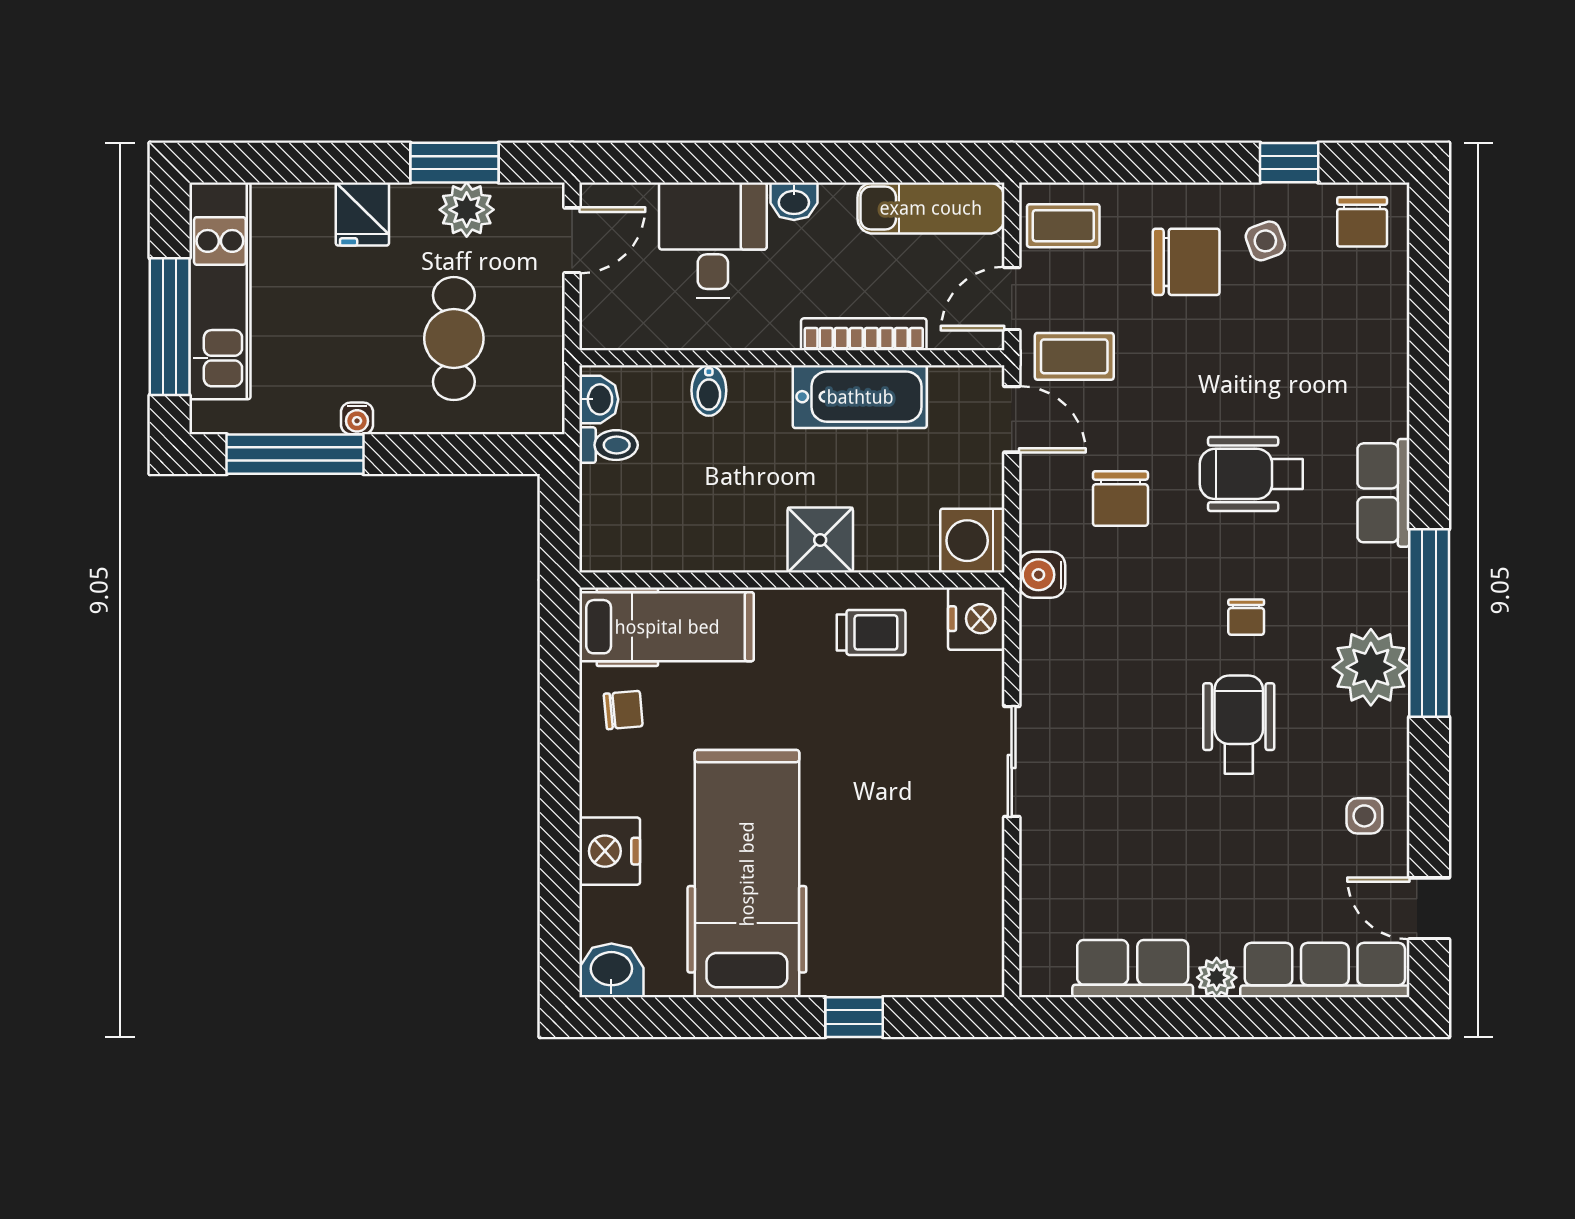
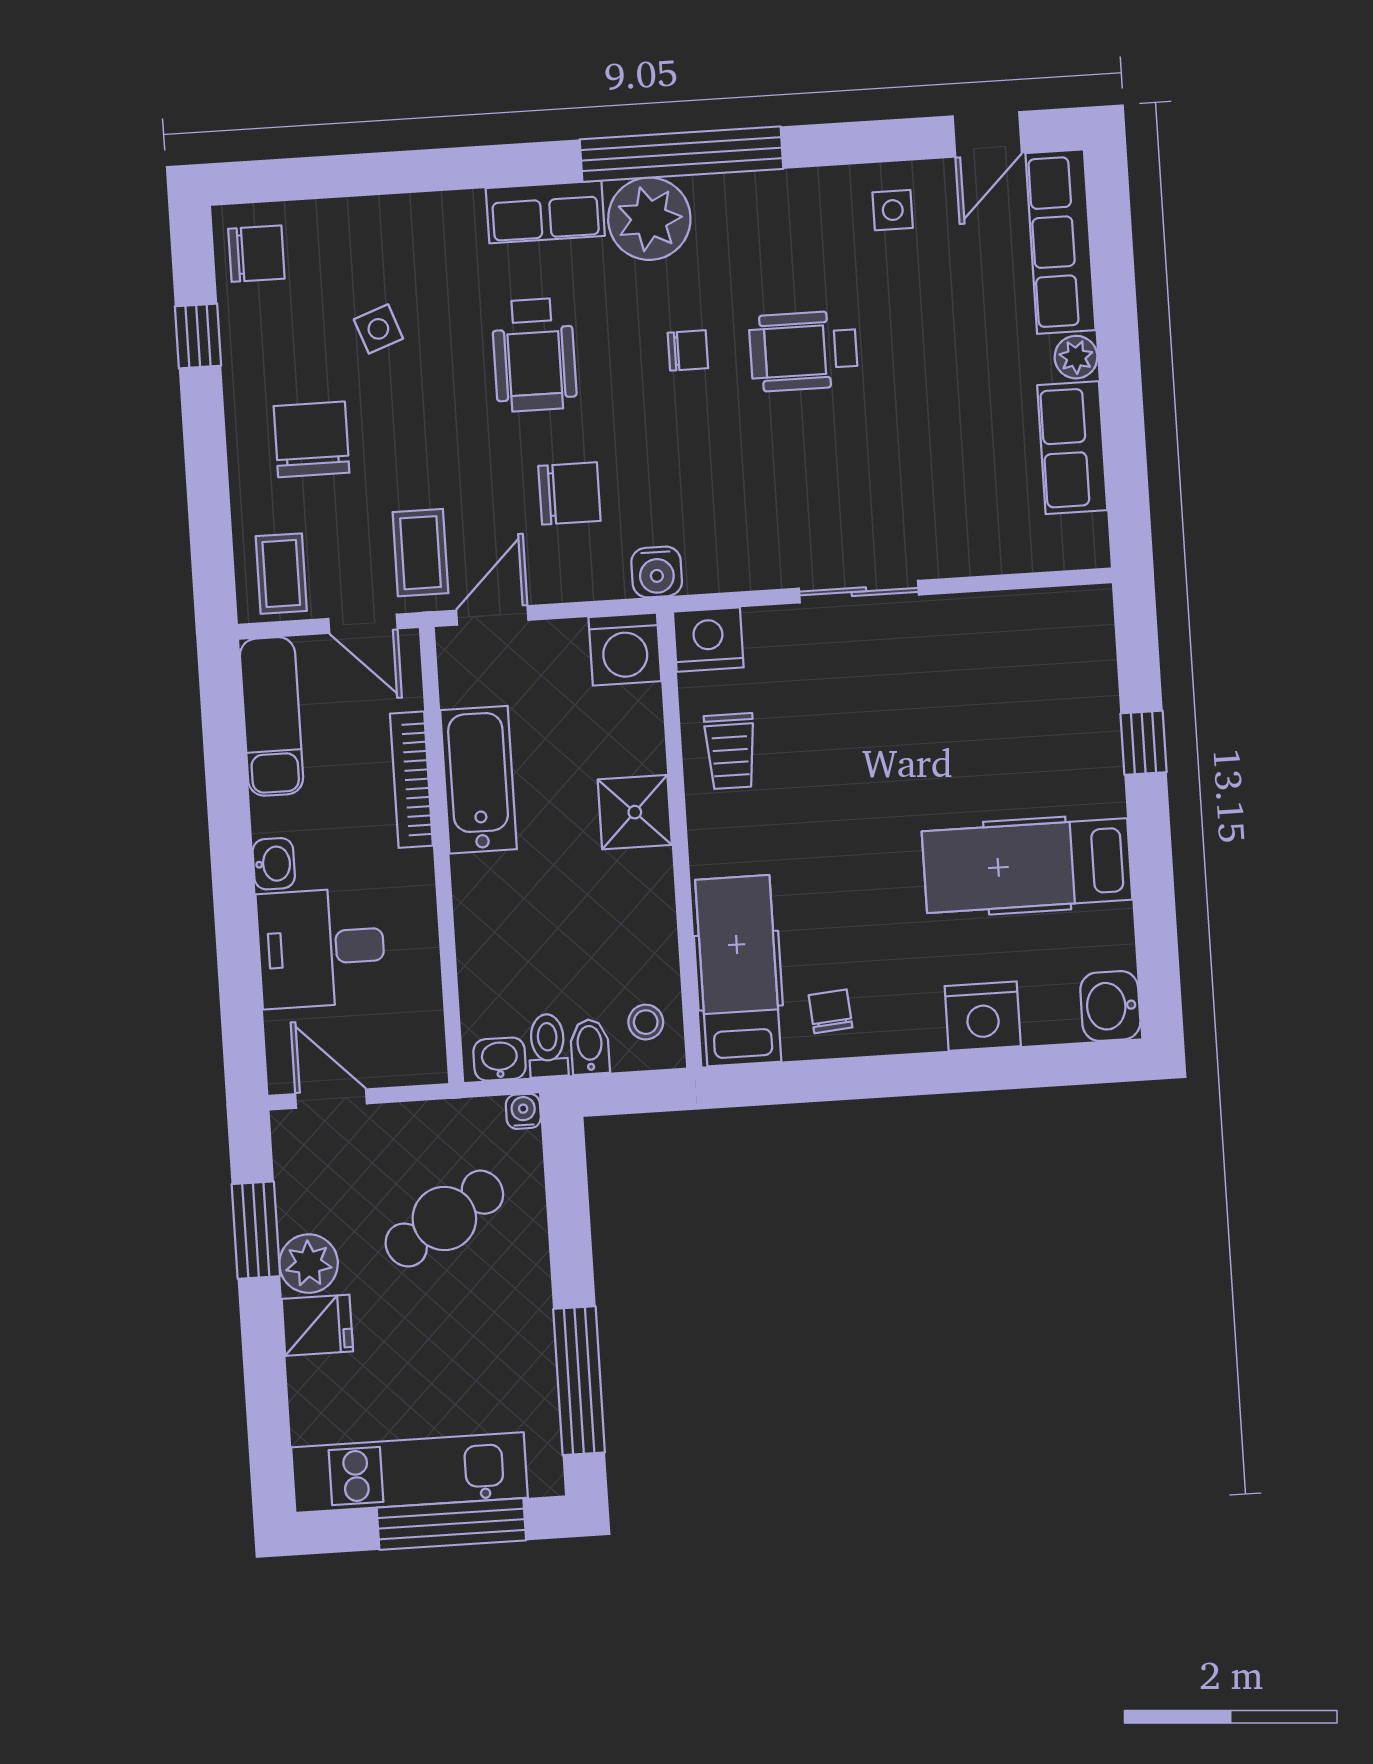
plant: (467, 210) -> (309, 1264), moved
side table: (1265, 241) -> (378, 329), moved
cafe table: (454, 339) -> (444, 1219), turned -31
bidet: (709, 390) -> (590, 1047), moved, turned -90
water cooler: (357, 418) -> (523, 1111), moved, turned -90
stool: (624, 538) -> (646, 1022), added
trolley: (871, 632) -> (730, 751), turned 180
plant: (1371, 667) -> (649, 219), moved
hospital bed: (747, 874) -> (1027, 866), width x0.73, depth x0.78

